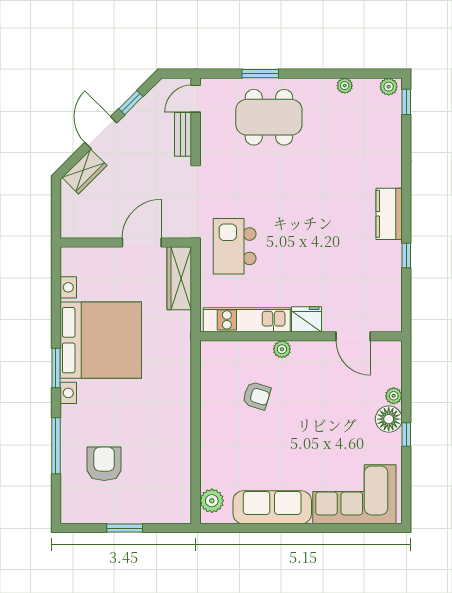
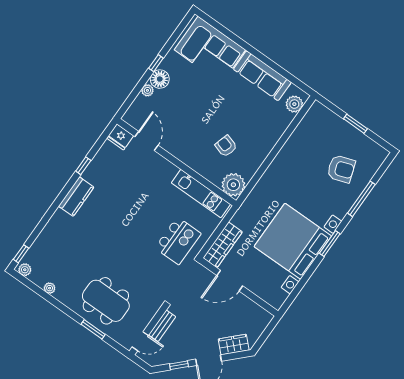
fridge: (307, 319) -> (120, 137), moved
plant: (282, 349) -> (233, 185), moved, width x1.88, depth x1.88
armchair: (104, 464) -> (341, 169), turned -109

